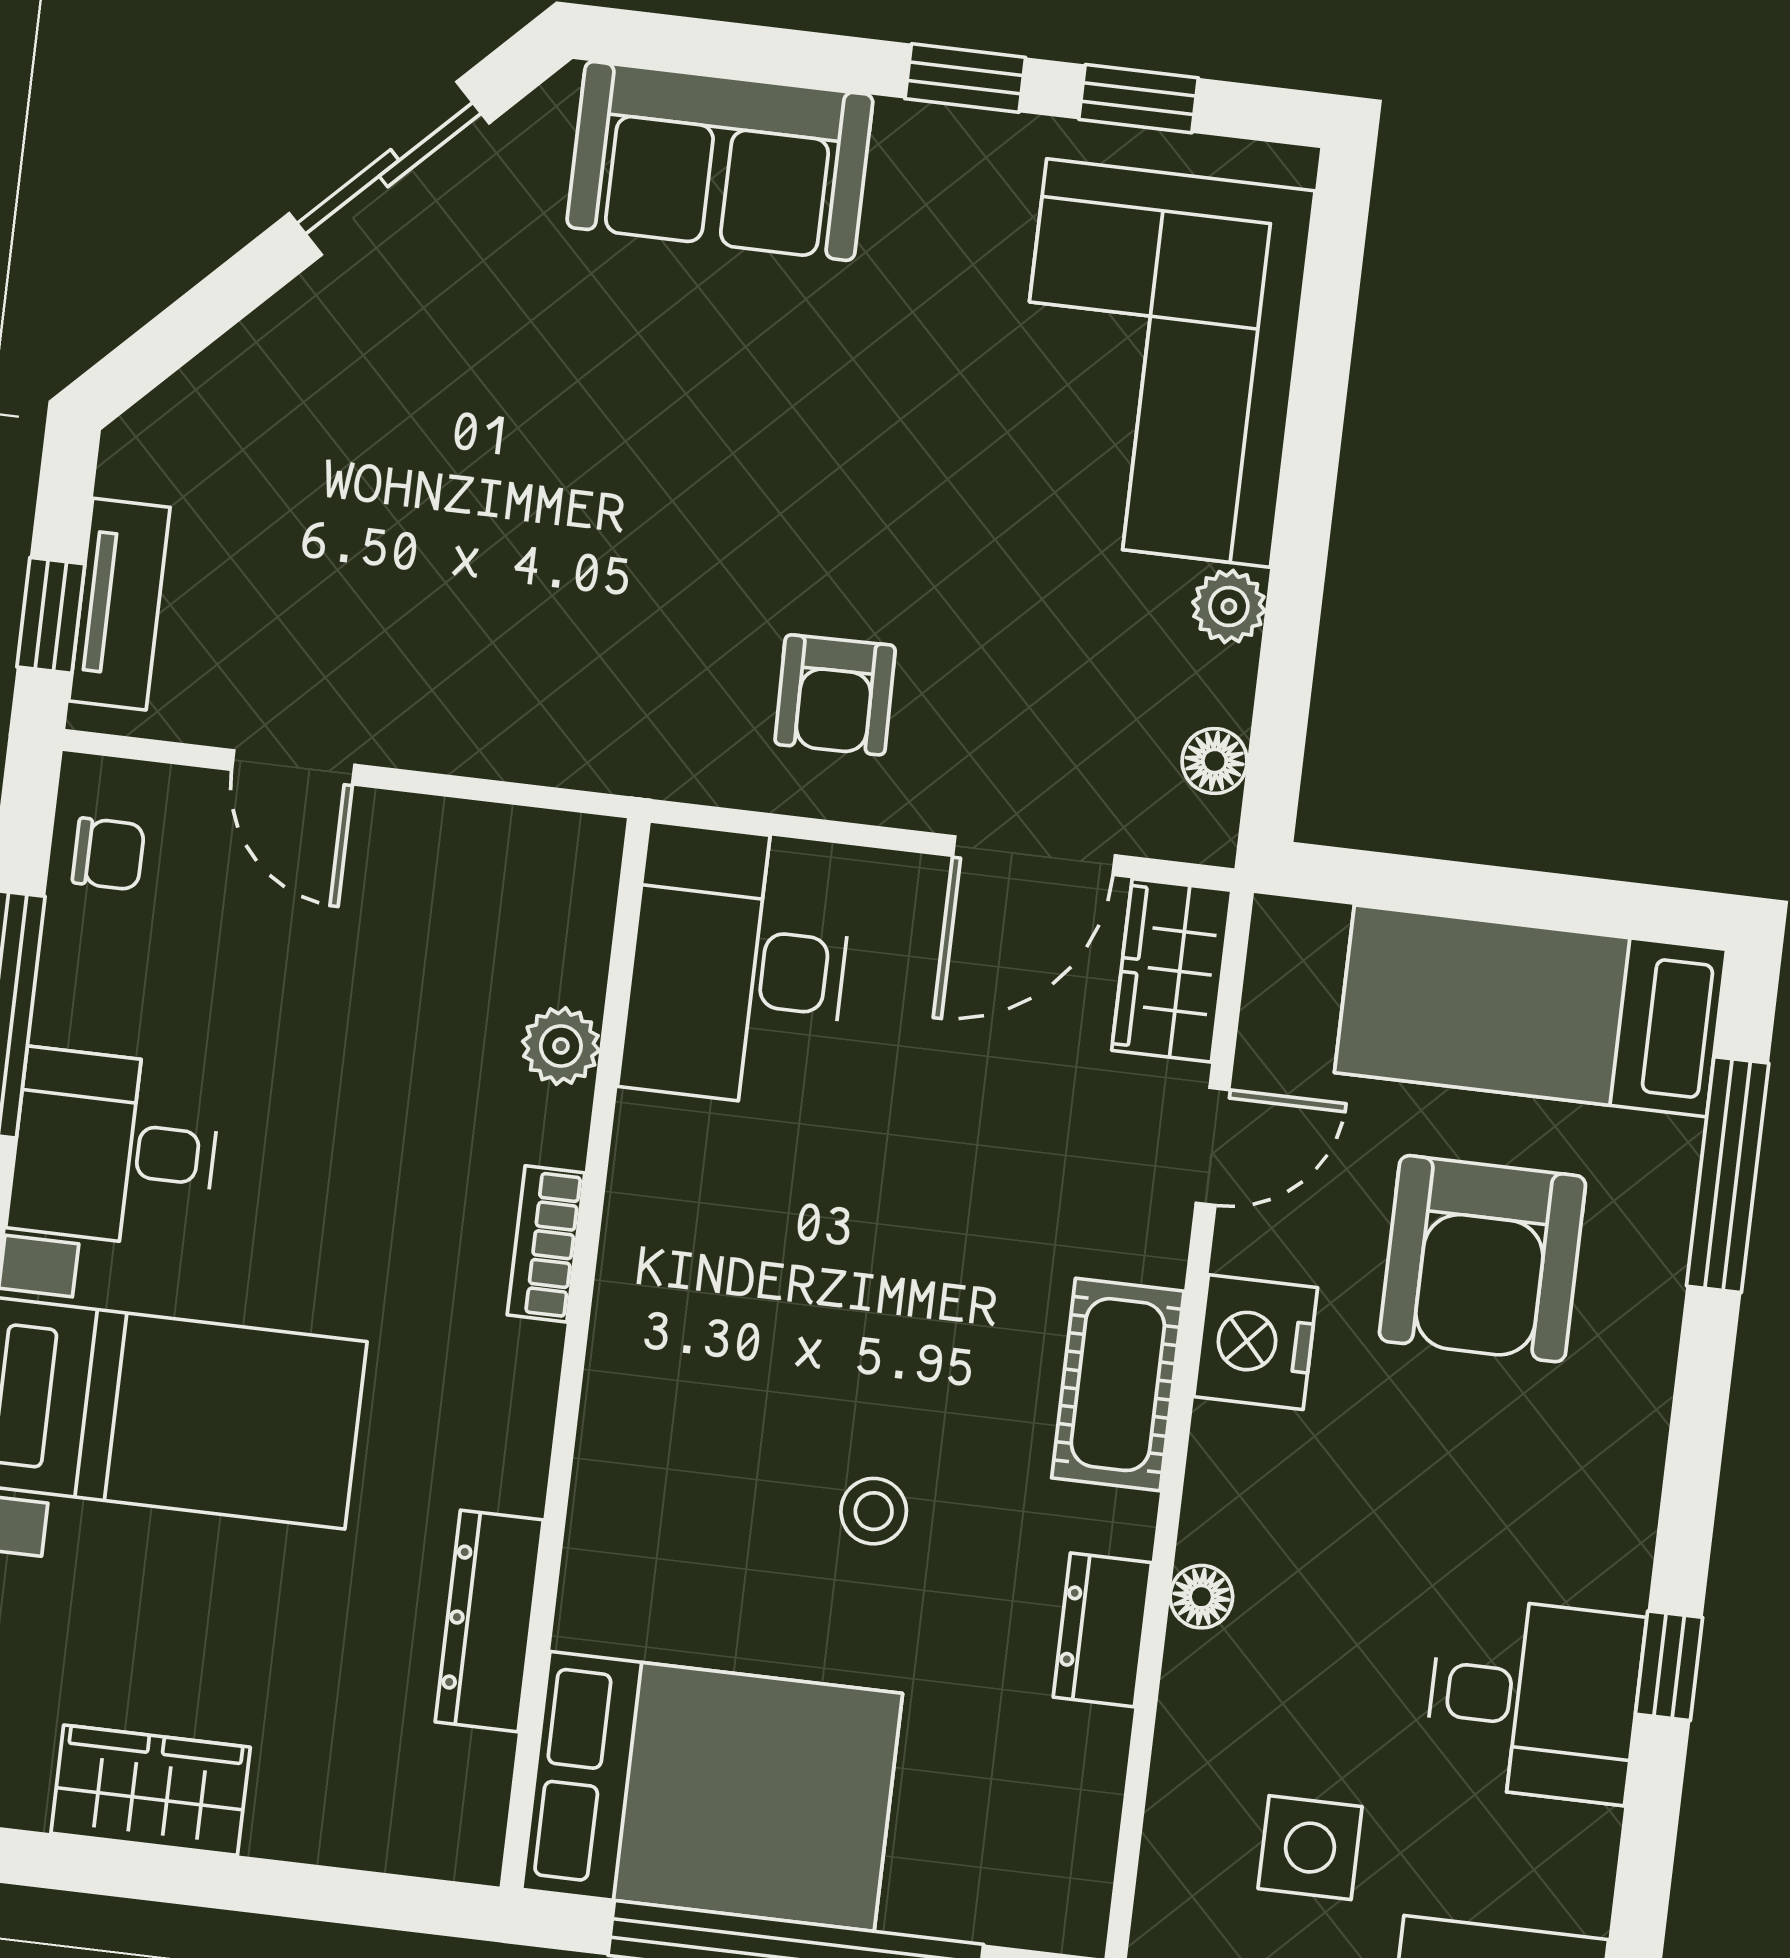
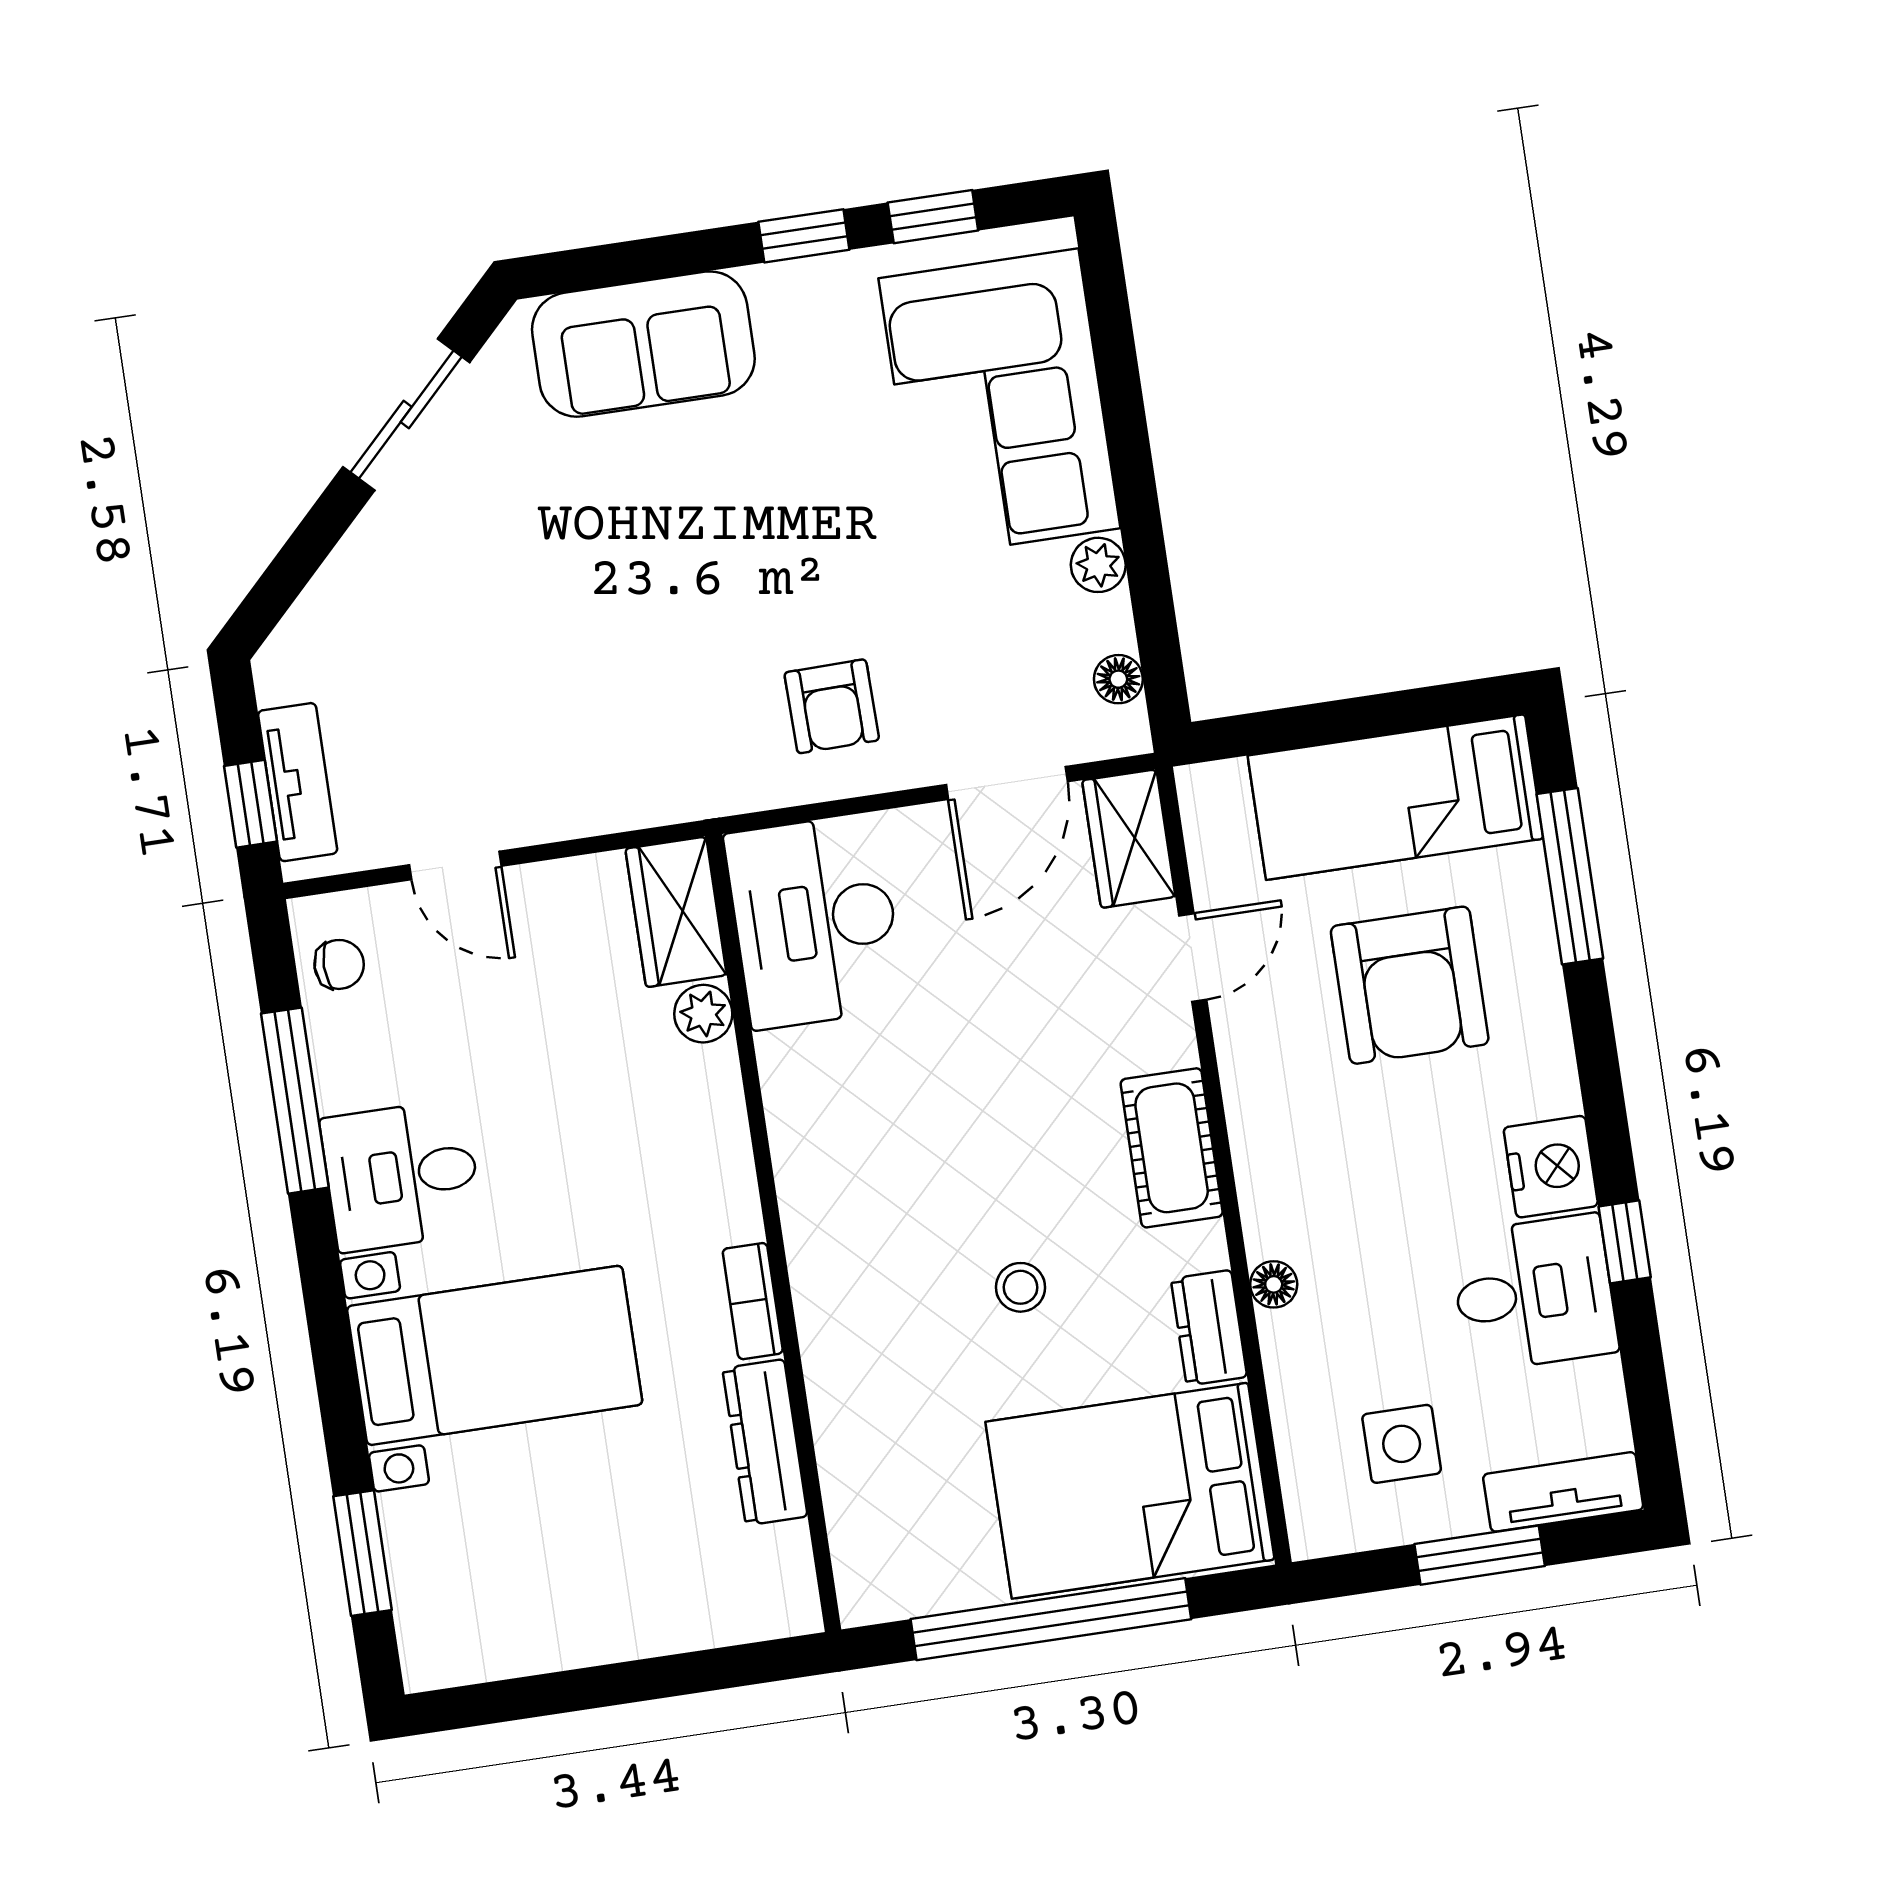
bookcase: (546, 1244) -> (753, 1301), moved
nightstand: (1256, 1342) -> (1551, 1167), moved, turned 180
wardrobe: (151, 1790) -> (676, 912), moved, turned -90
bed: (712, 1791) -> (1130, 1491), moved, turned 180

